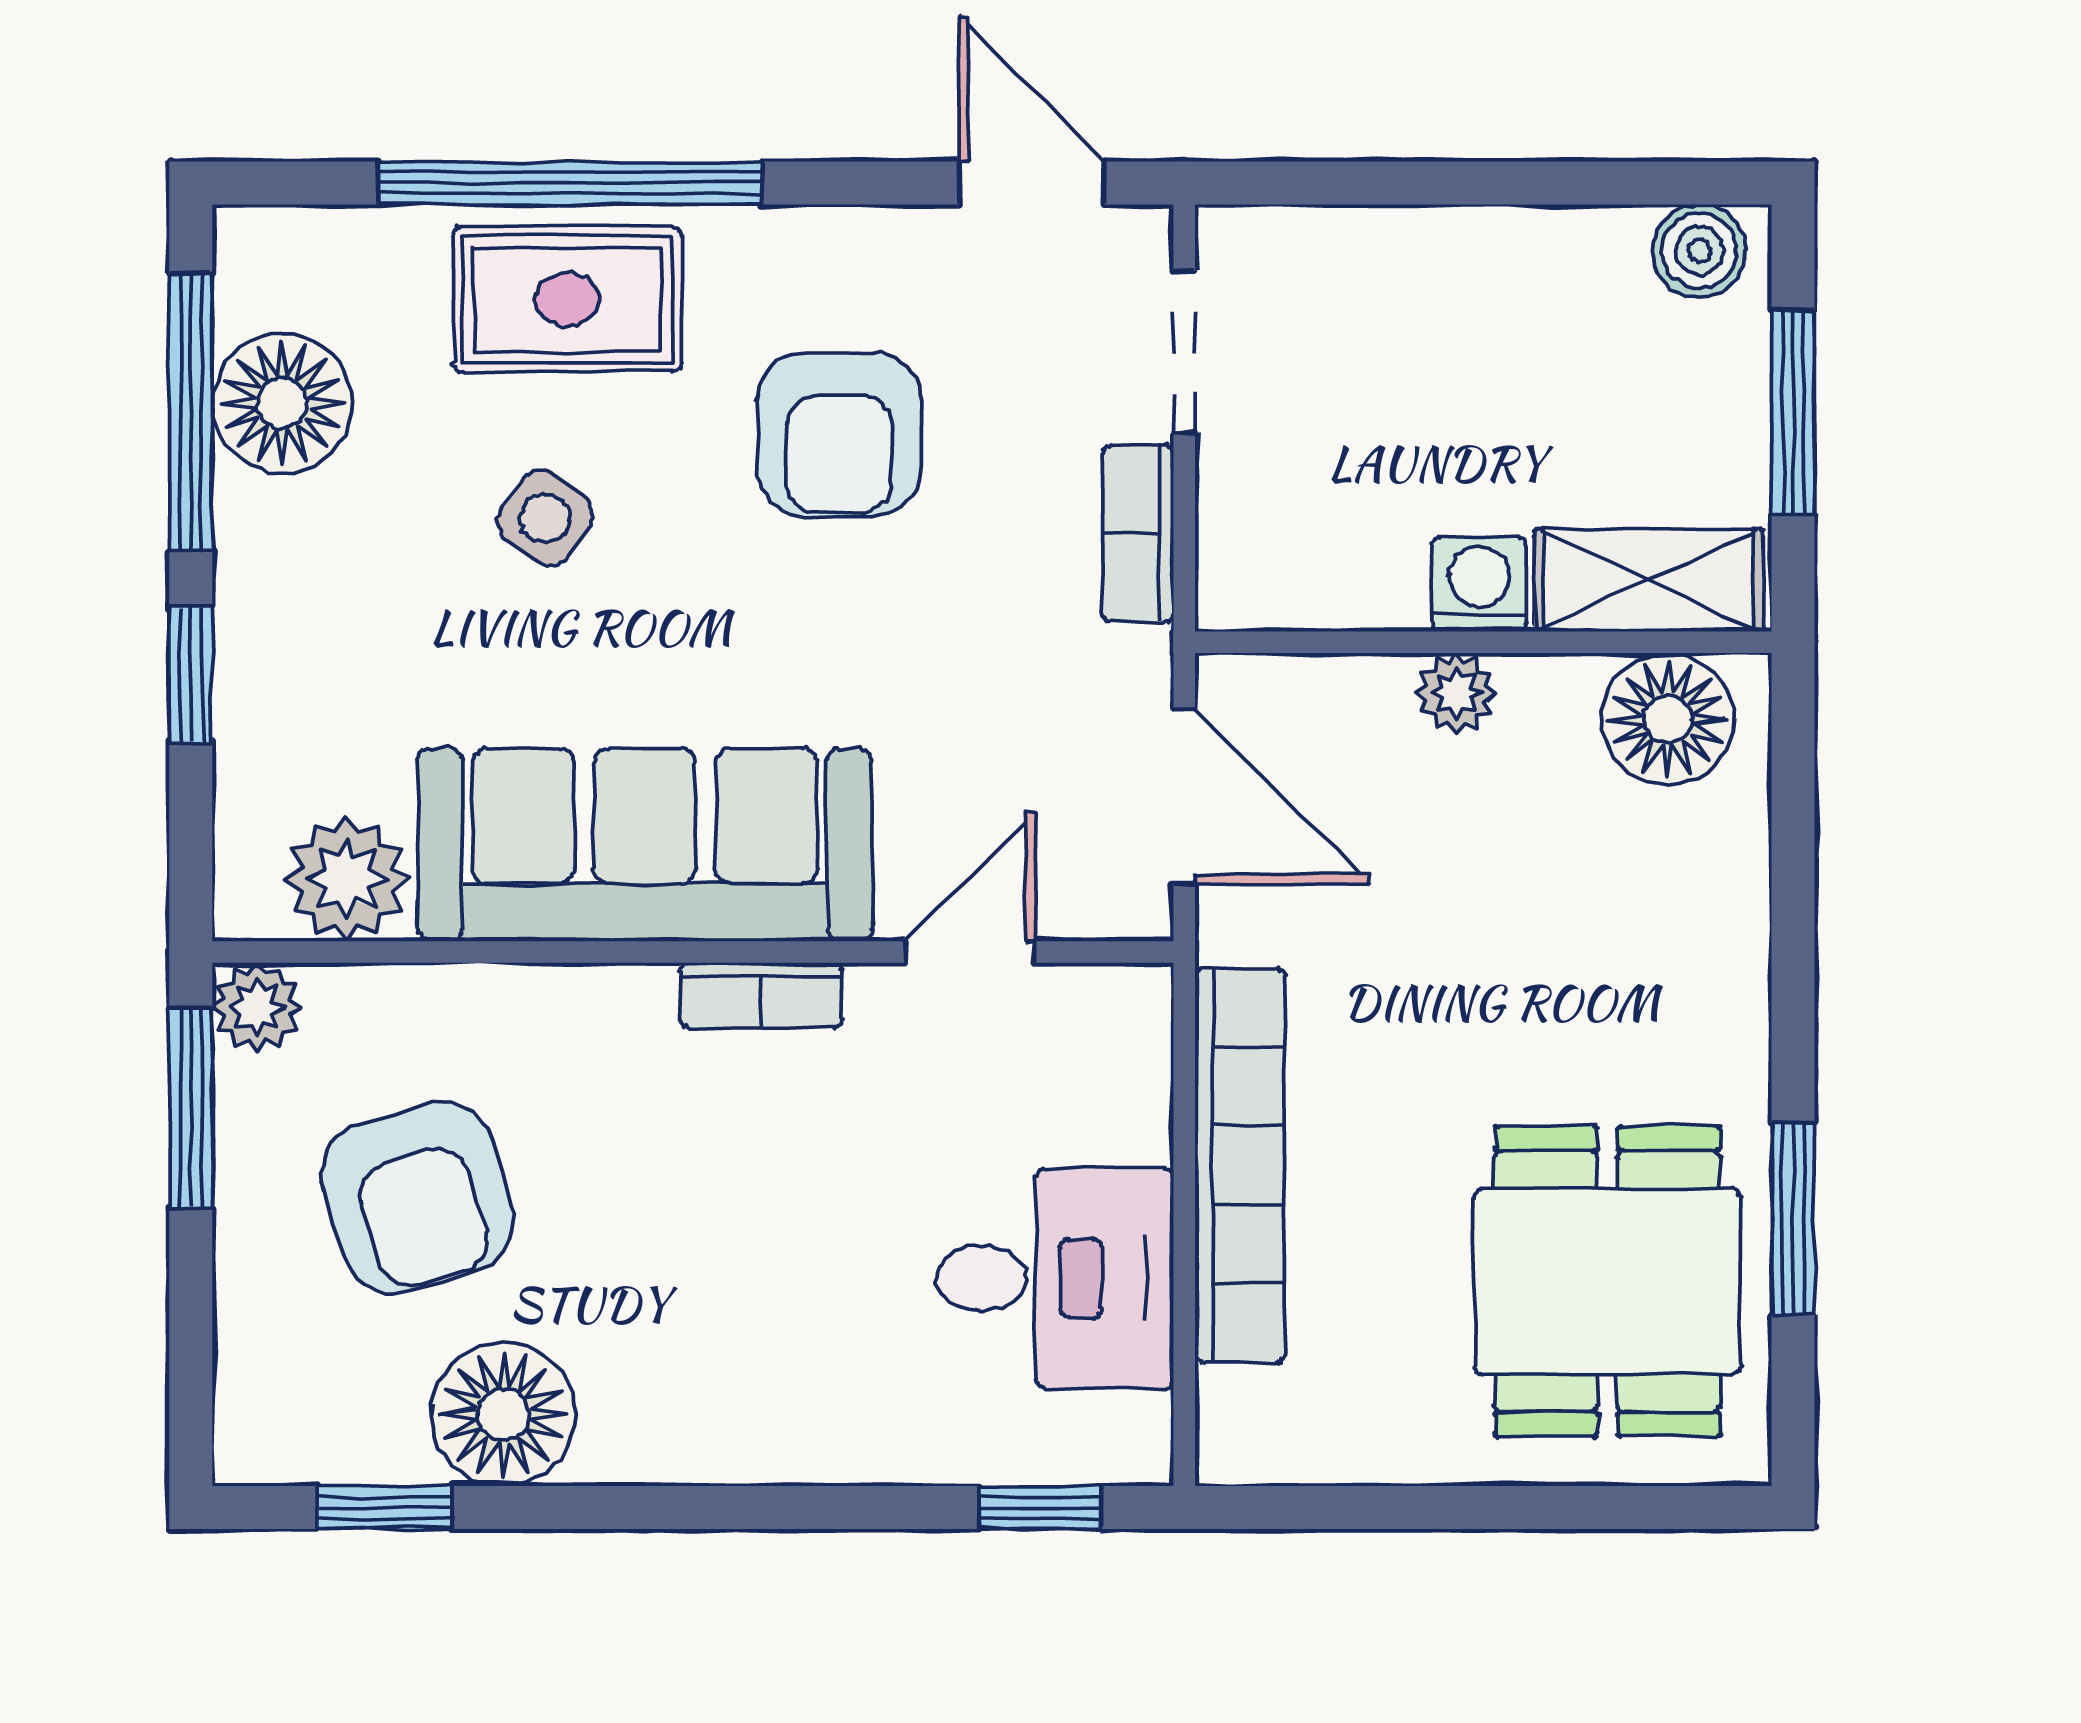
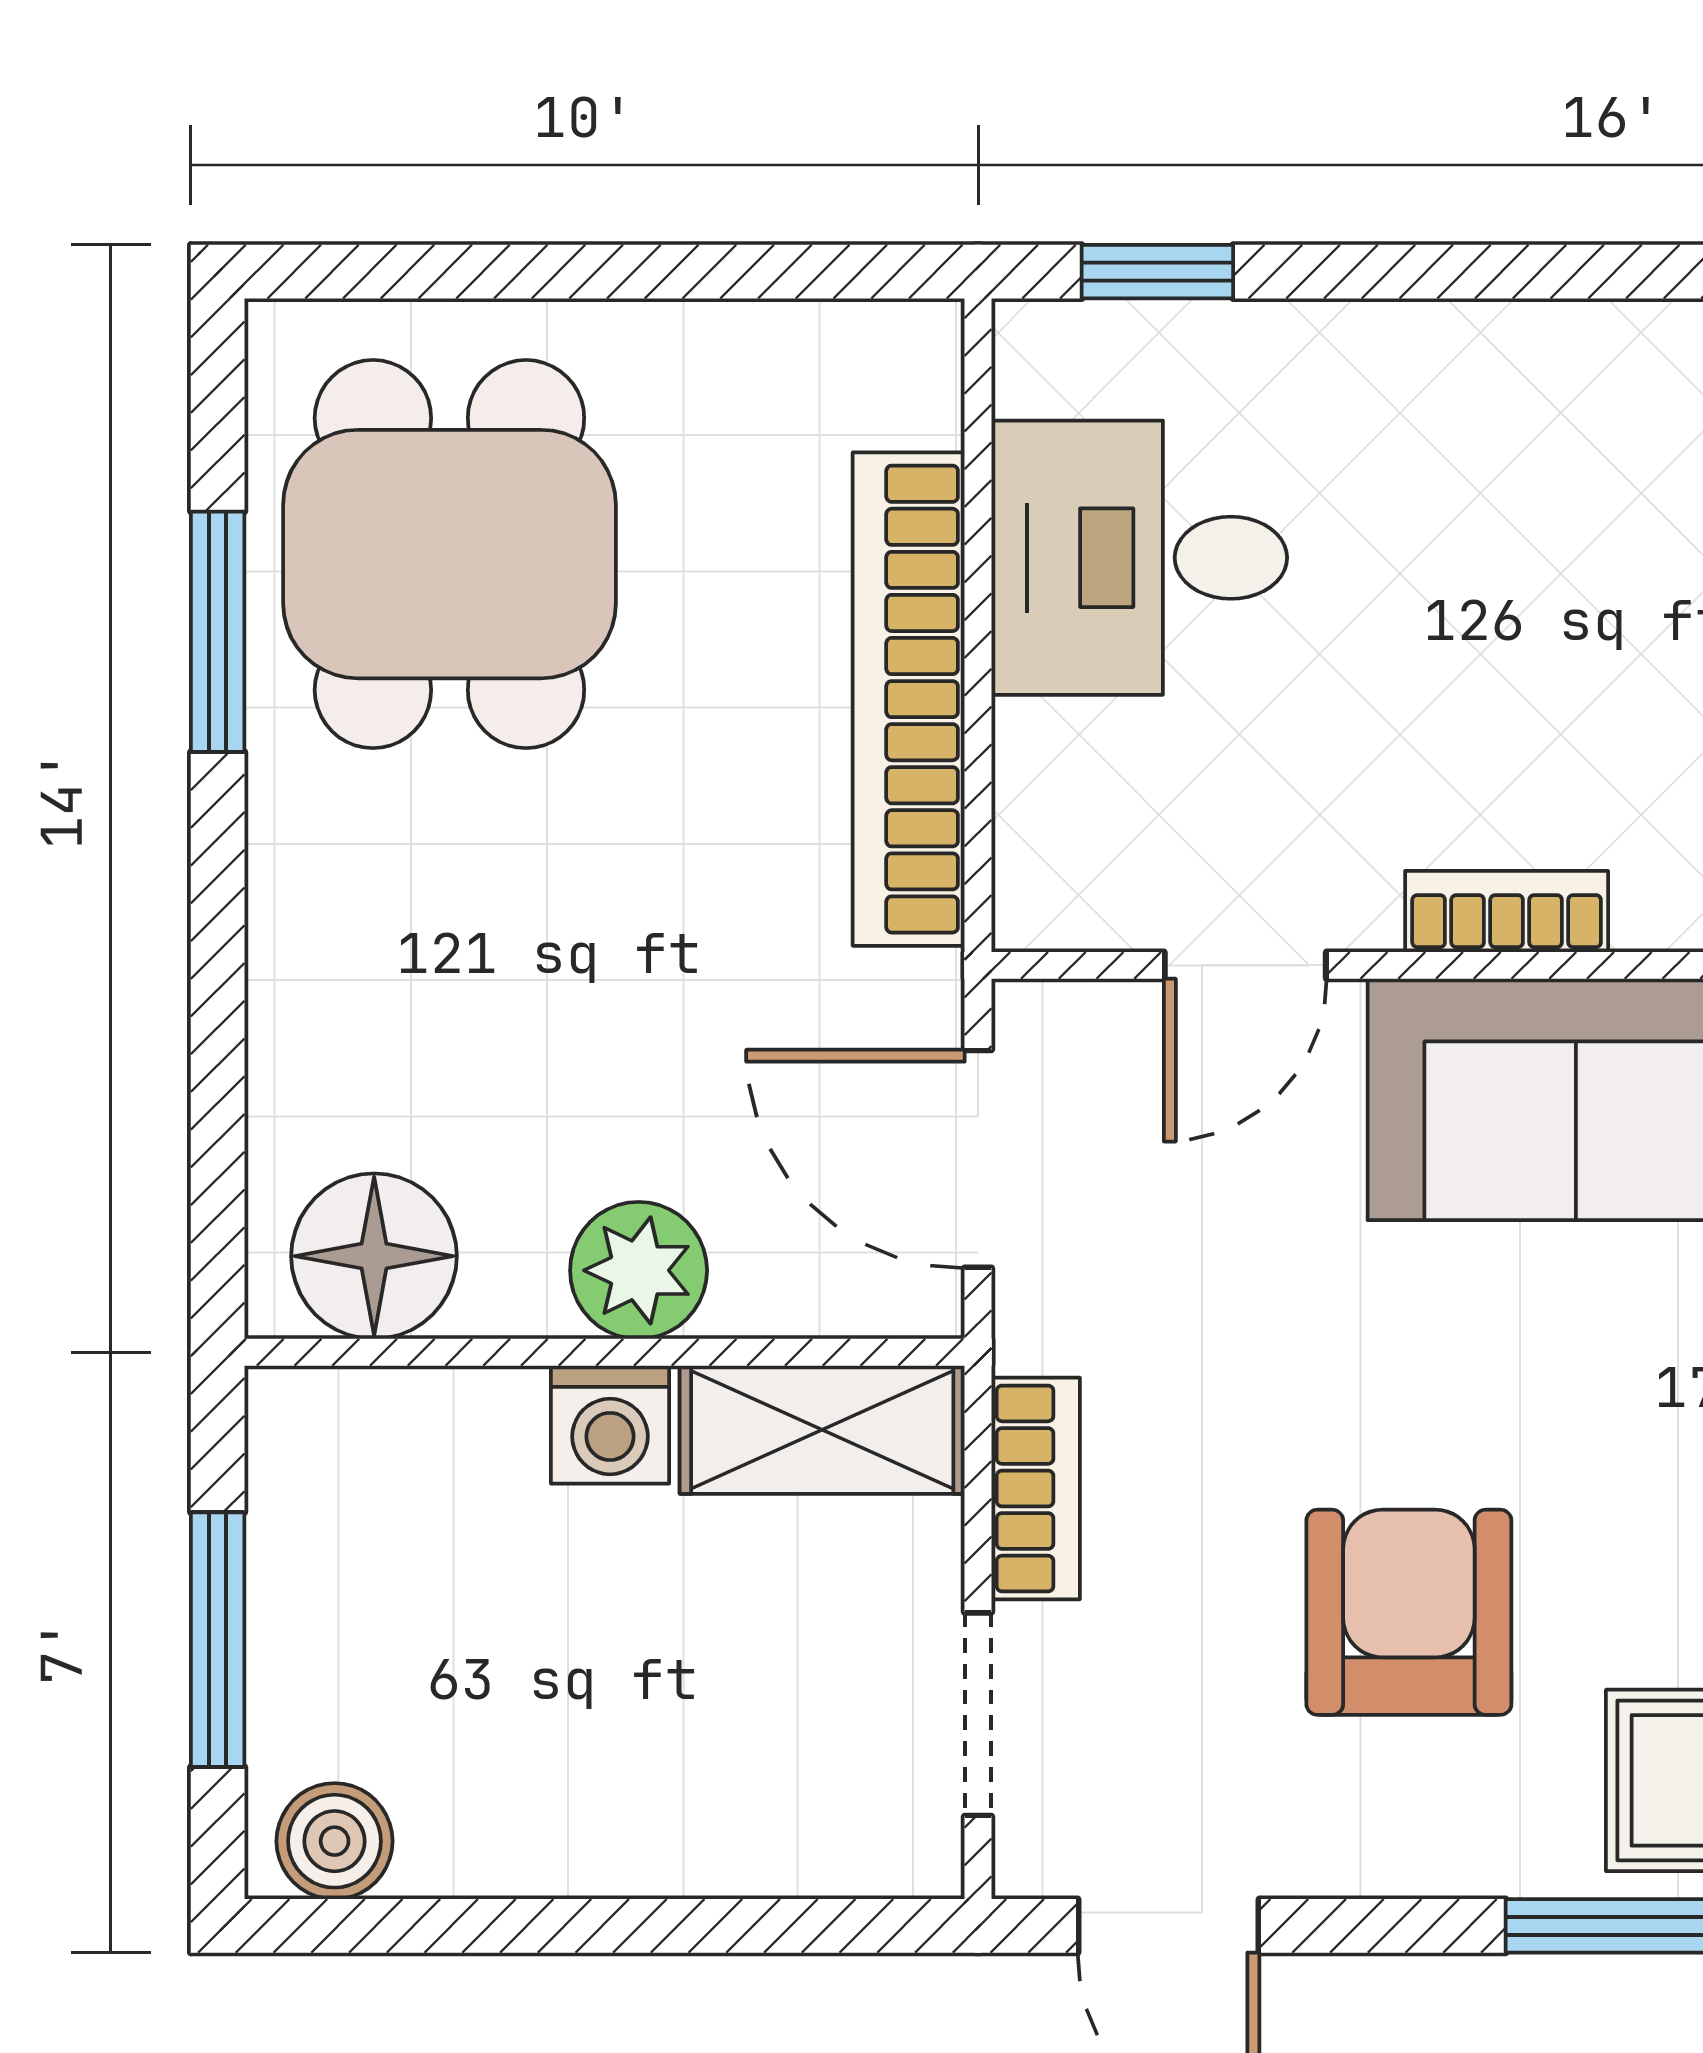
shelving: (1649, 580) -> (822, 1430), moved
plant: (1456, 693) -> (639, 1270), width x1.38, depth x1.38

